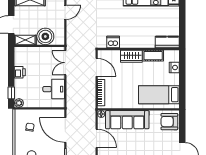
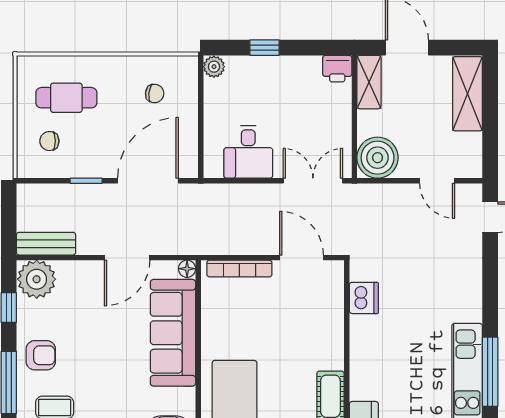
boiler: (45, 36) -> (378, 158), moved
wardrobe: (131, 56) -> (329, 343), removed
door: (97, 67) -> (302, 258), swing flipped
printer: (20, 72) -> (337, 69), moved
window: (11, 93) -> (265, 48), moved

